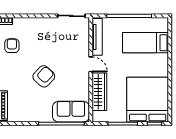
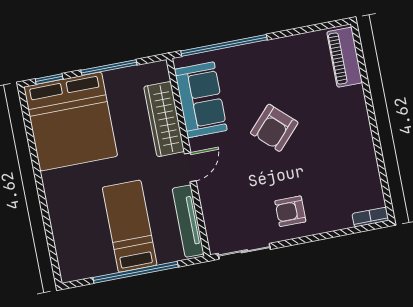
bed: (146, 43) -> (130, 226), moved, turned -90
armchair: (12, 46) -> (290, 211), moved, turned 90
door: (91, 64) -> (190, 167), swing flipped
sofa: (71, 112) -> (201, 100), moved, turned -90

